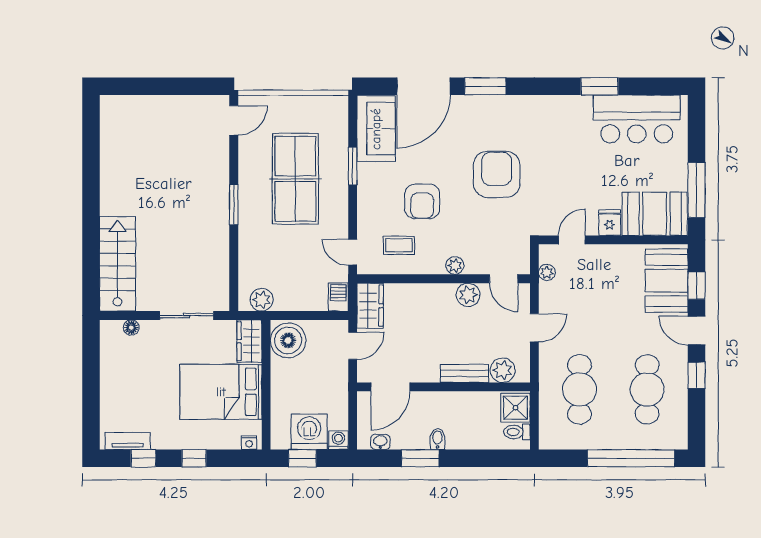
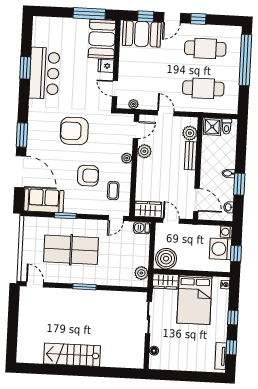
bar counter: (637, 119) -> (44, 73), moved
stairs: (117, 264) -> (72, 355), moved

